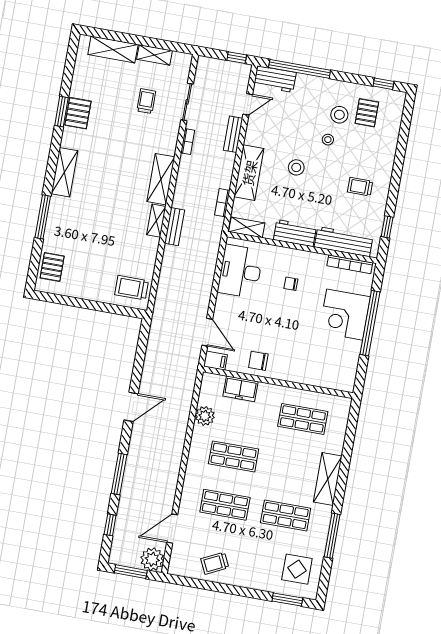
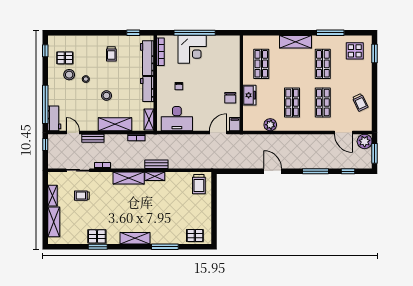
freezer: (240, 389) -> (249, 95), moved

